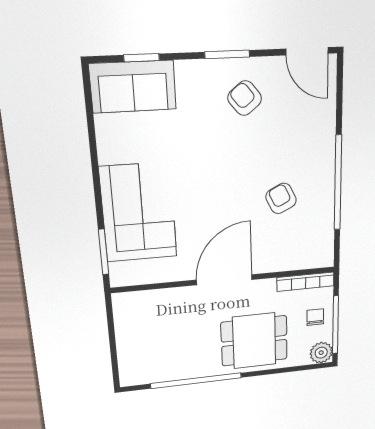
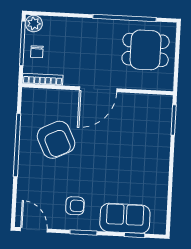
sofa: (133, 87) -> (125, 218), moved
armchair: (245, 98) -> (75, 206), turned -51
armchair: (281, 198) -> (56, 140), width x1.88, depth x1.88
corner sofa: (139, 212) -> (148, 143), removed
dining table: (254, 341) -> (146, 50), moved

